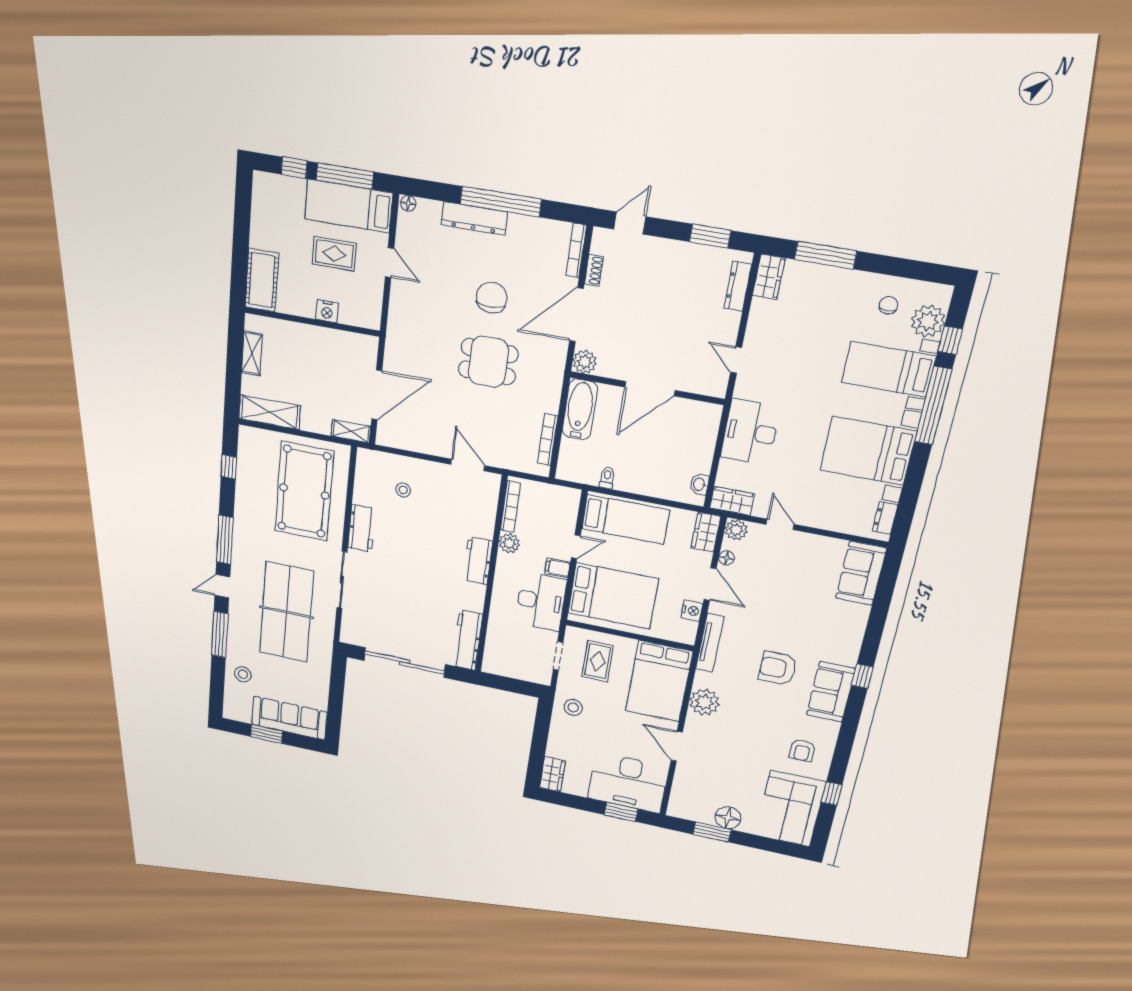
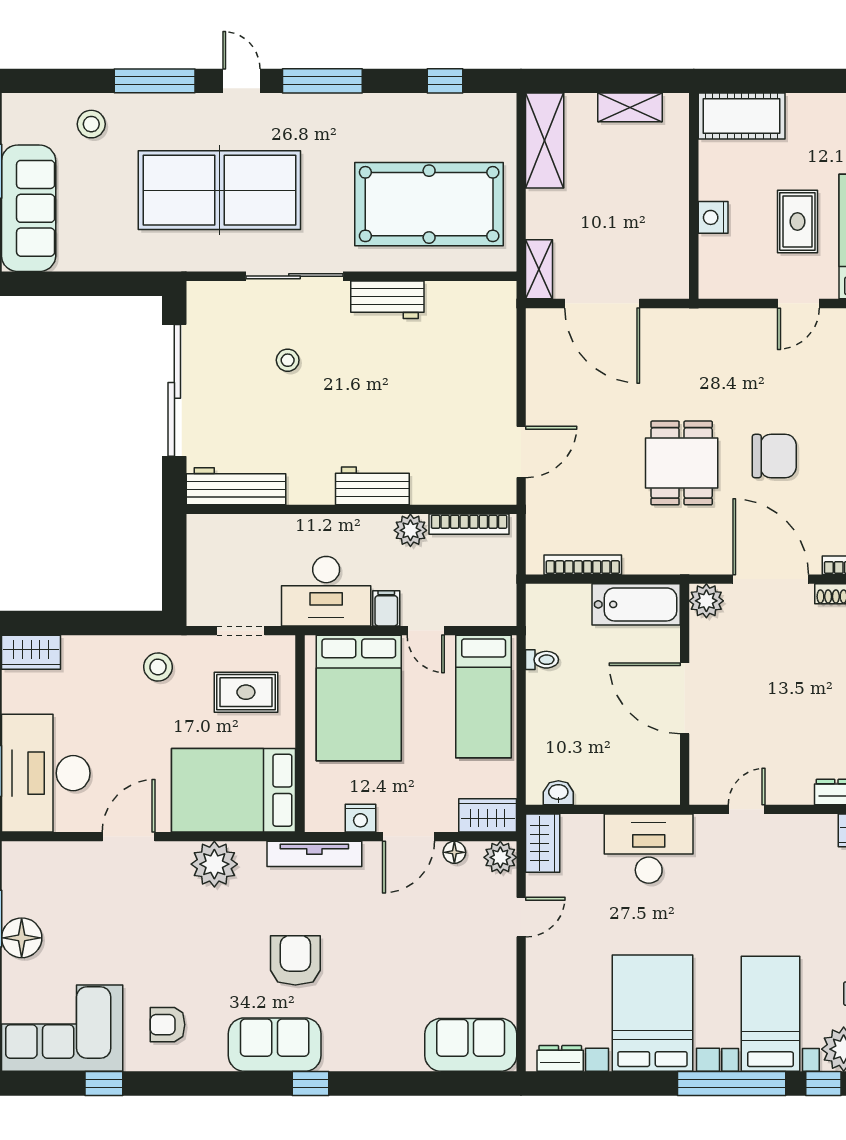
stool: (403, 490) -> (288, 360), moved

